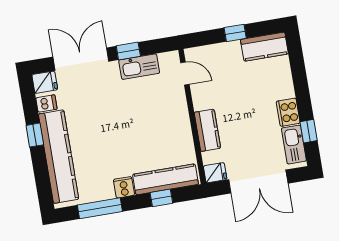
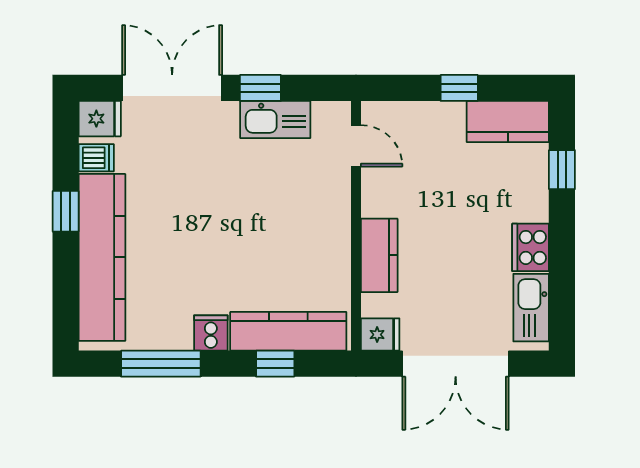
window: (309, 131) -> (562, 170), moved

